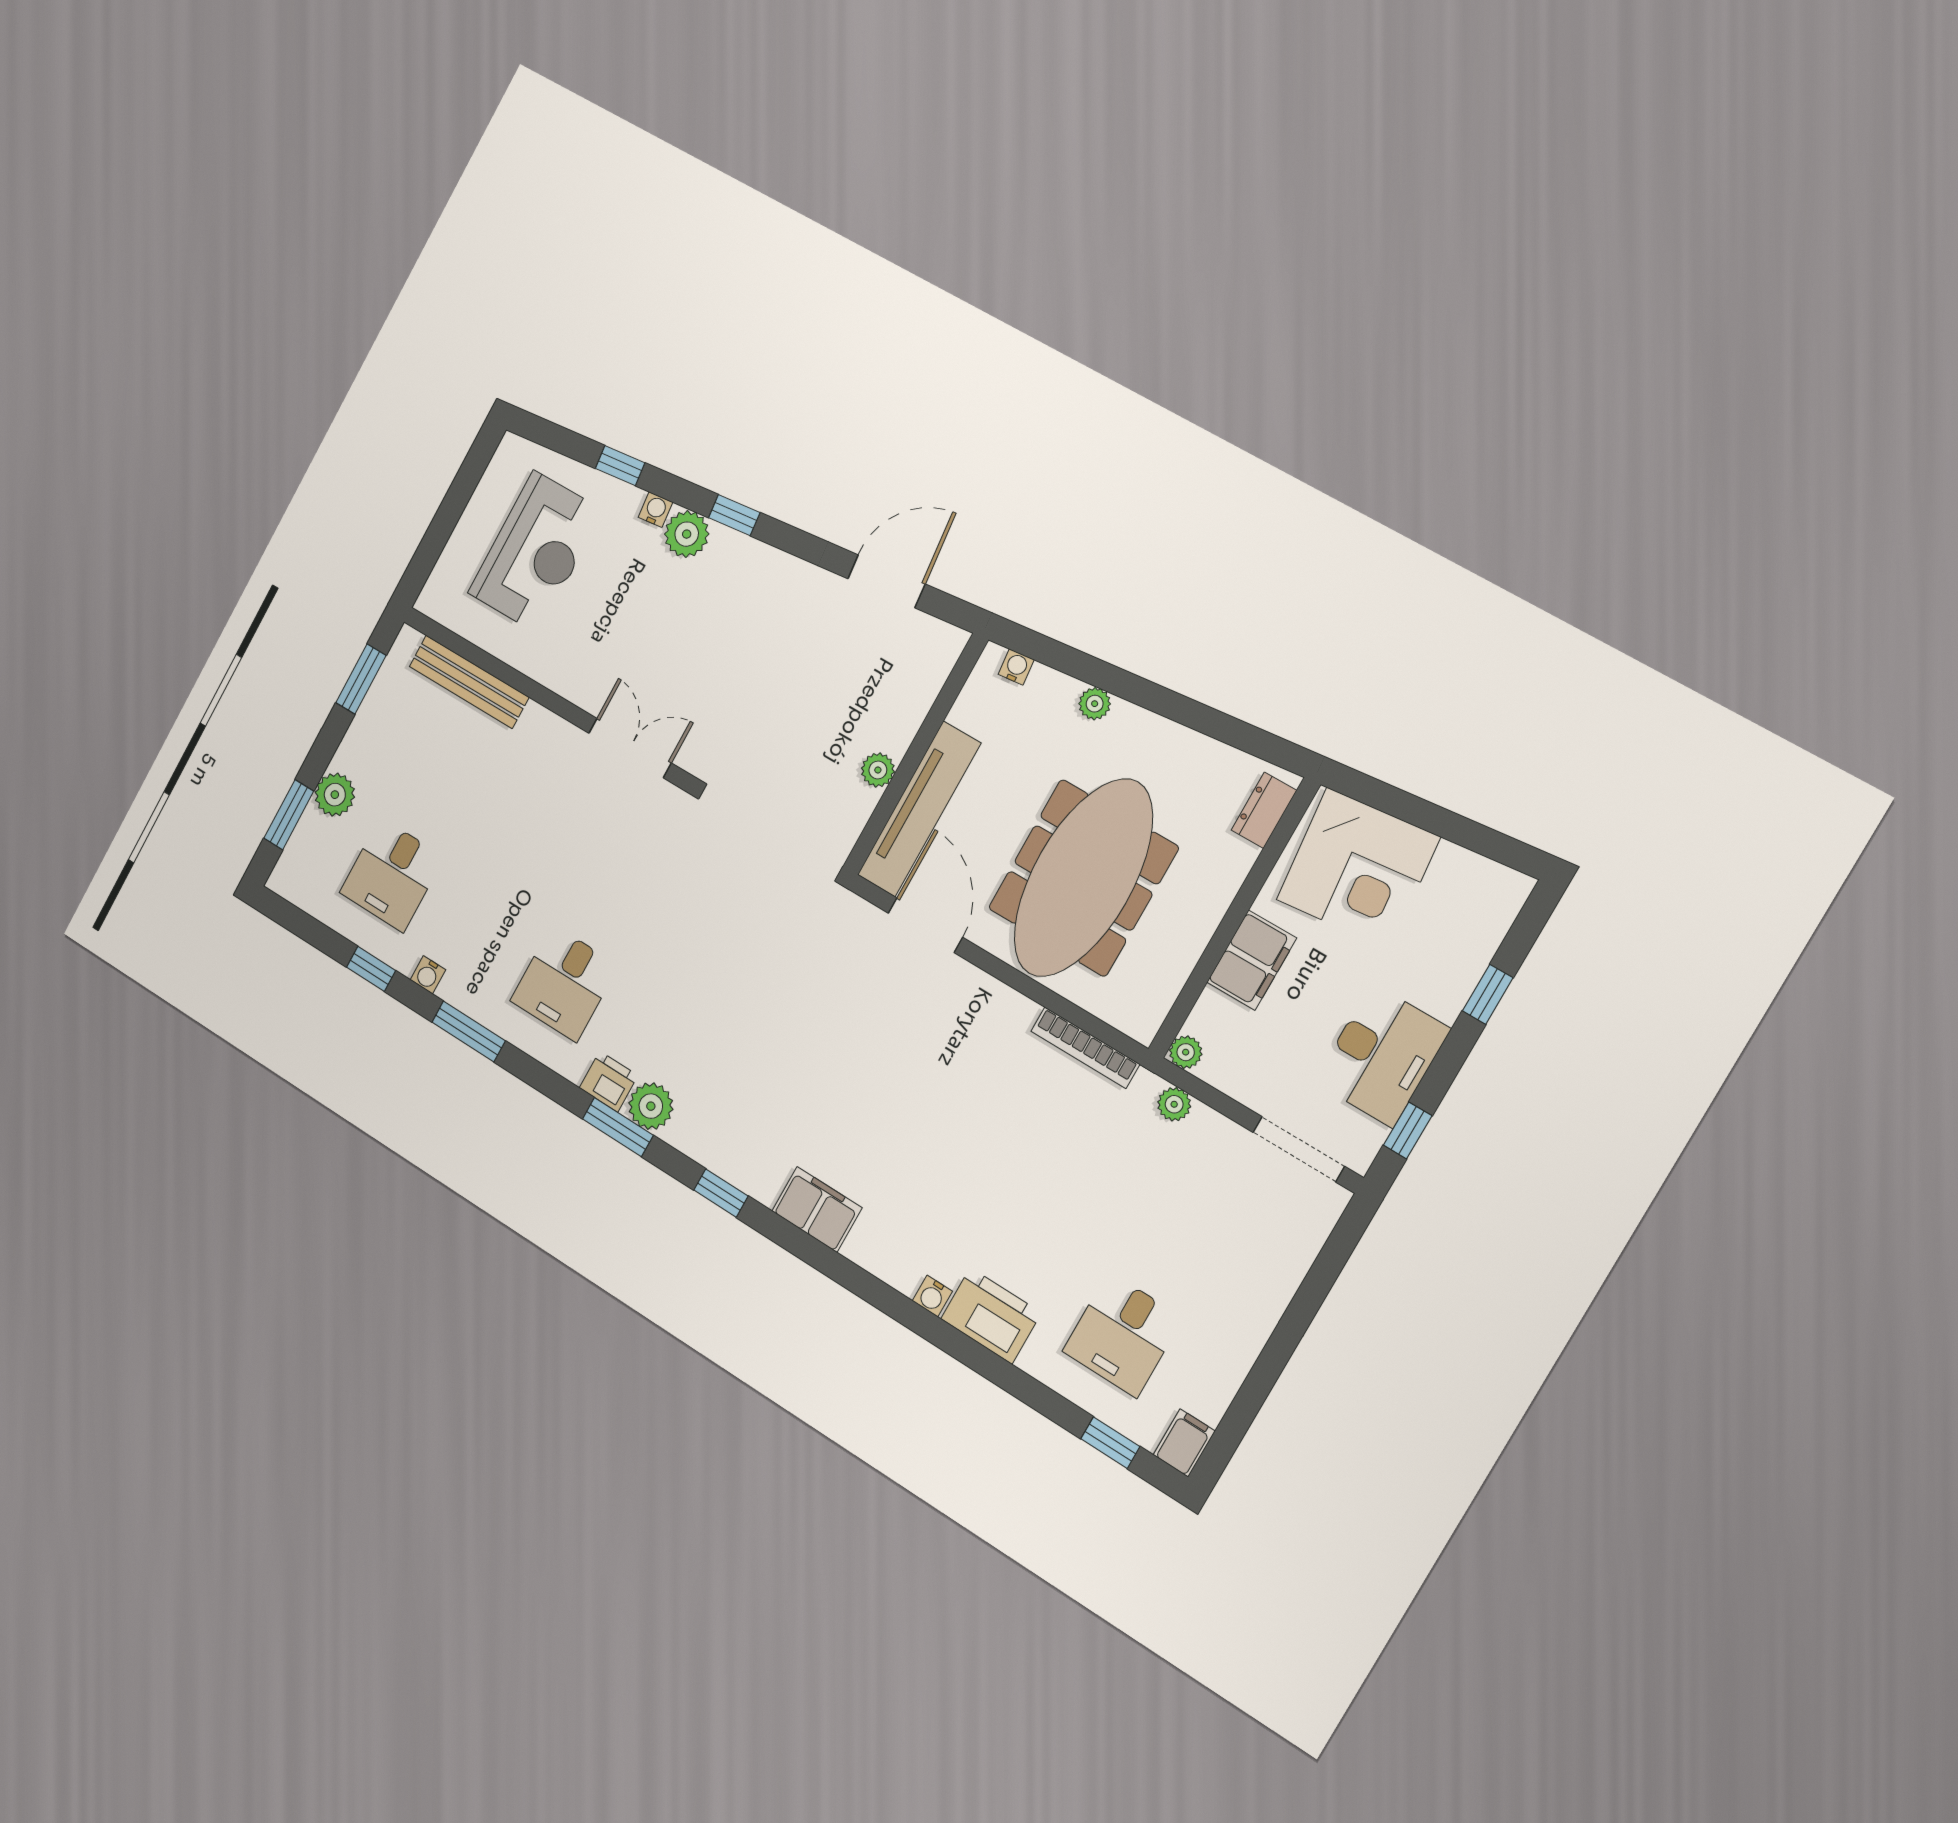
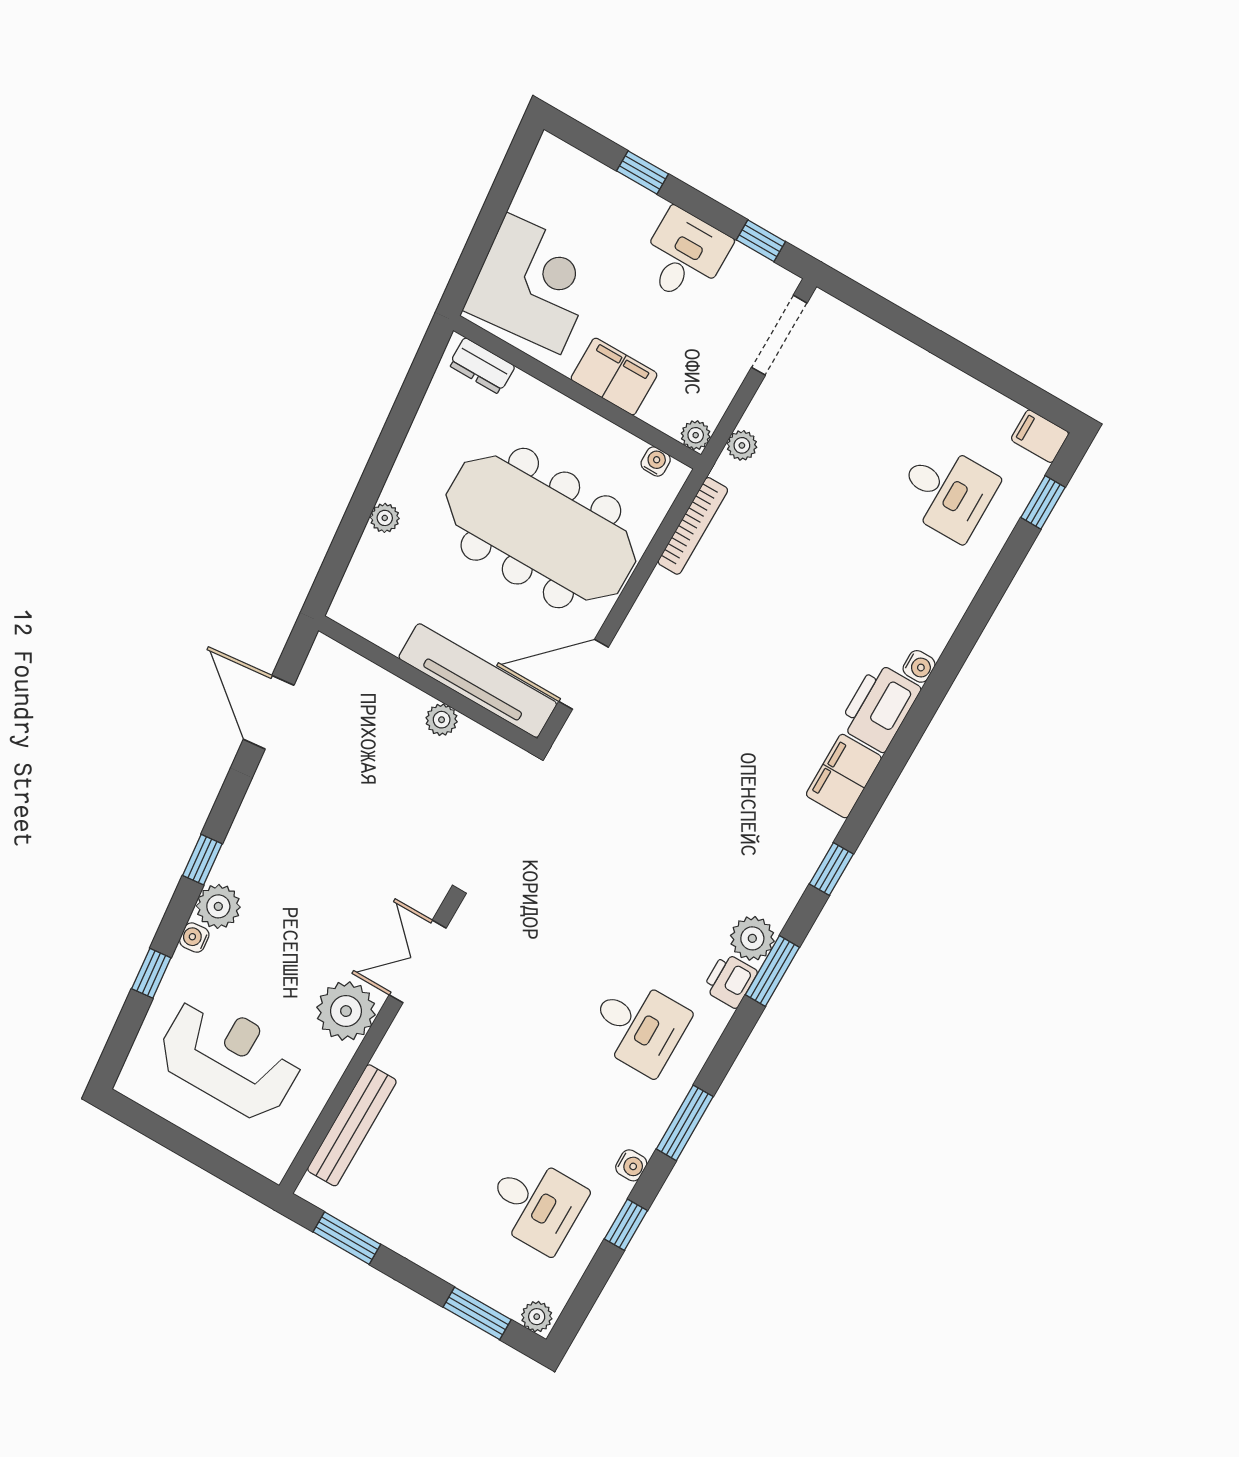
water cooler: (1016, 667) -> (656, 462), moved, turned 96
plant: (581, 673) -> (346, 1011), added
plant: (335, 795) -> (537, 1317), moved, width x0.73, depth x0.73
desk: (1382, 1055) -> (684, 256), width x0.73
printer: (991, 1316) -> (880, 707), moved

